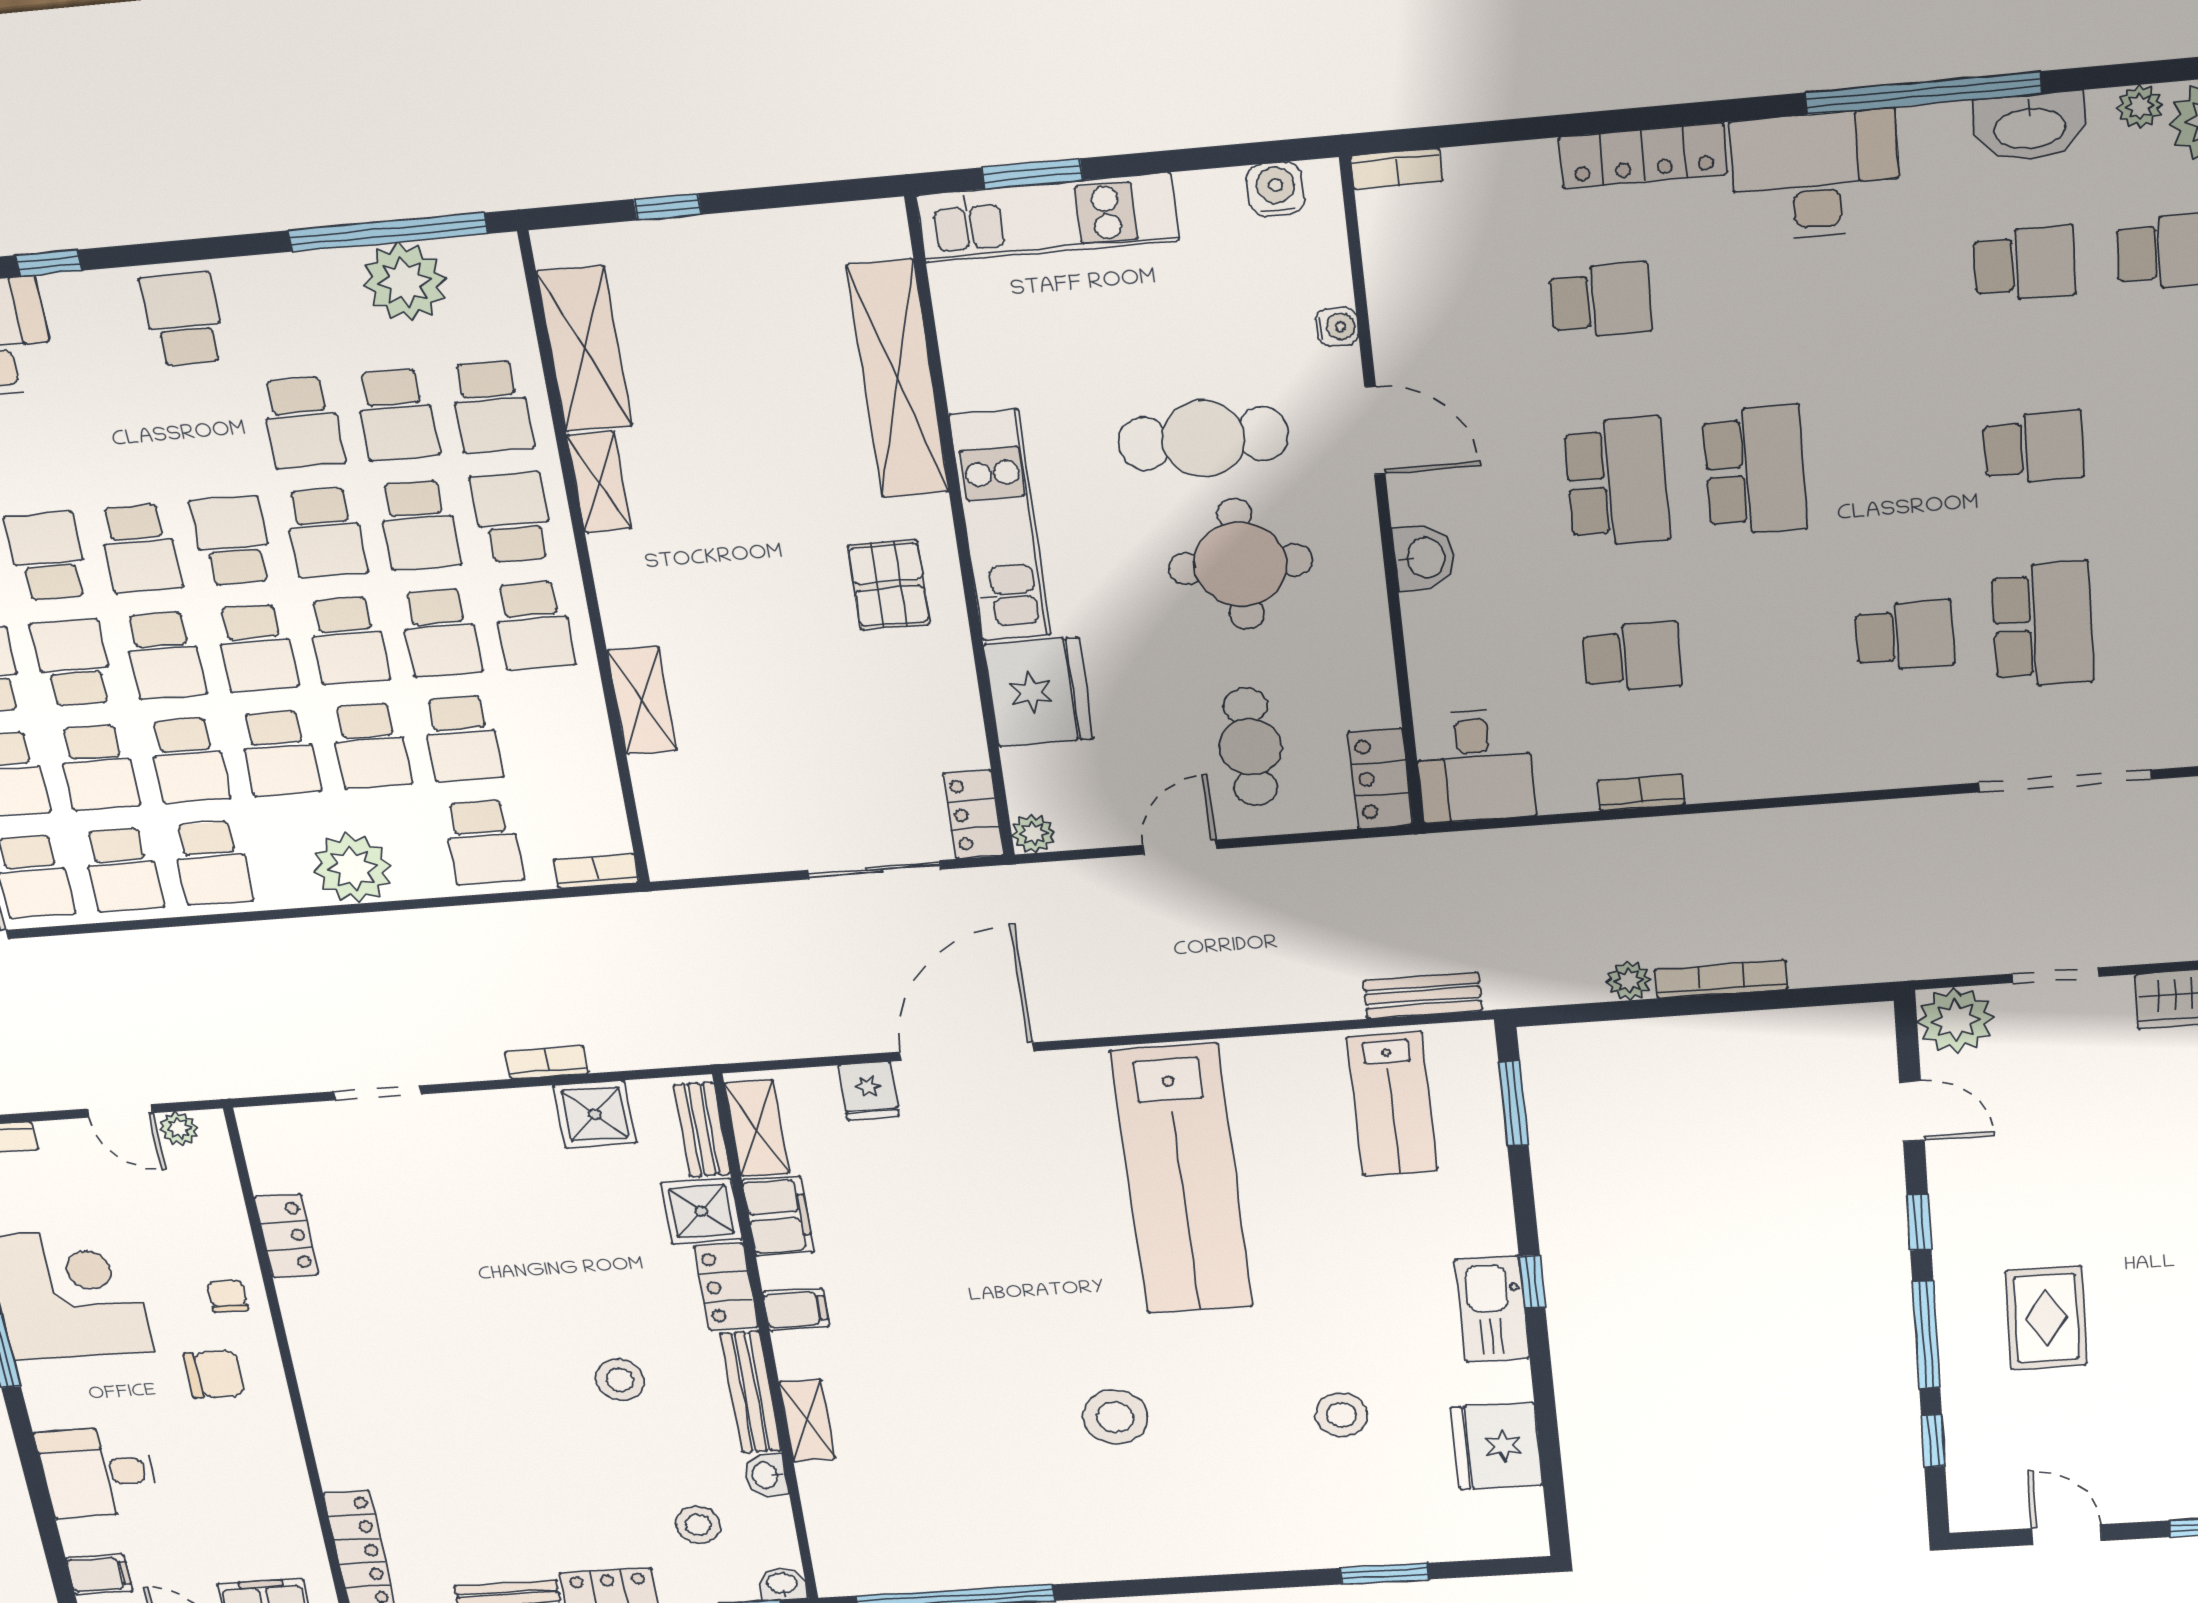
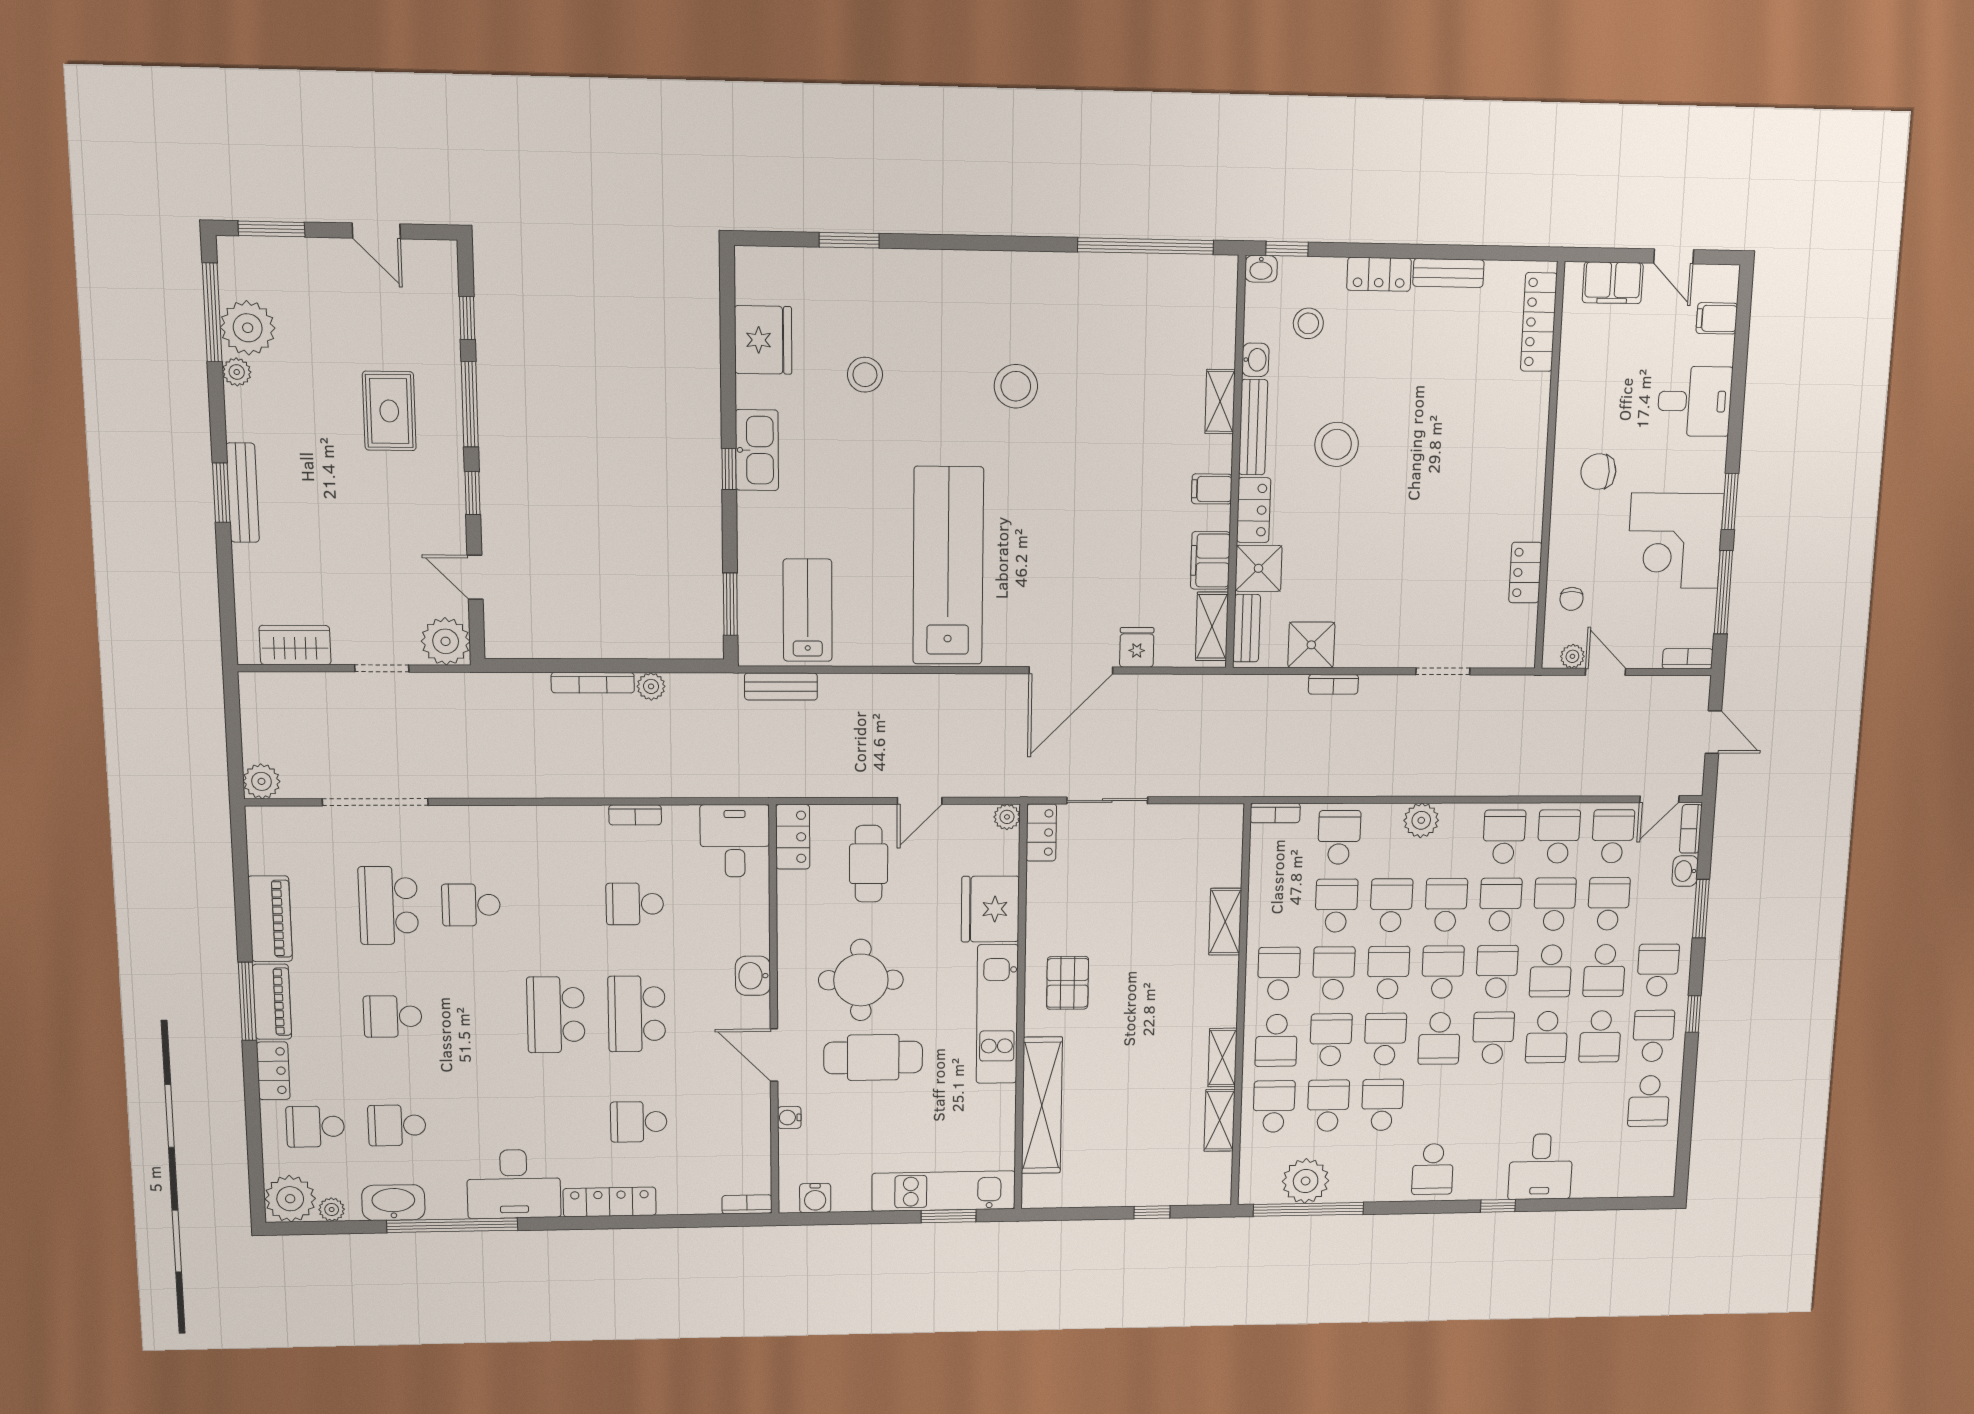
shelving: (585, 349) -> (1220, 1120), width x0.67, depth x0.75
plant: (353, 868) -> (1421, 820), width x0.73, depth x0.73
chair: (228, 1296) -> (1572, 599), moved
stool: (620, 1380) -> (1337, 444), width x1.38, depth x1.38

